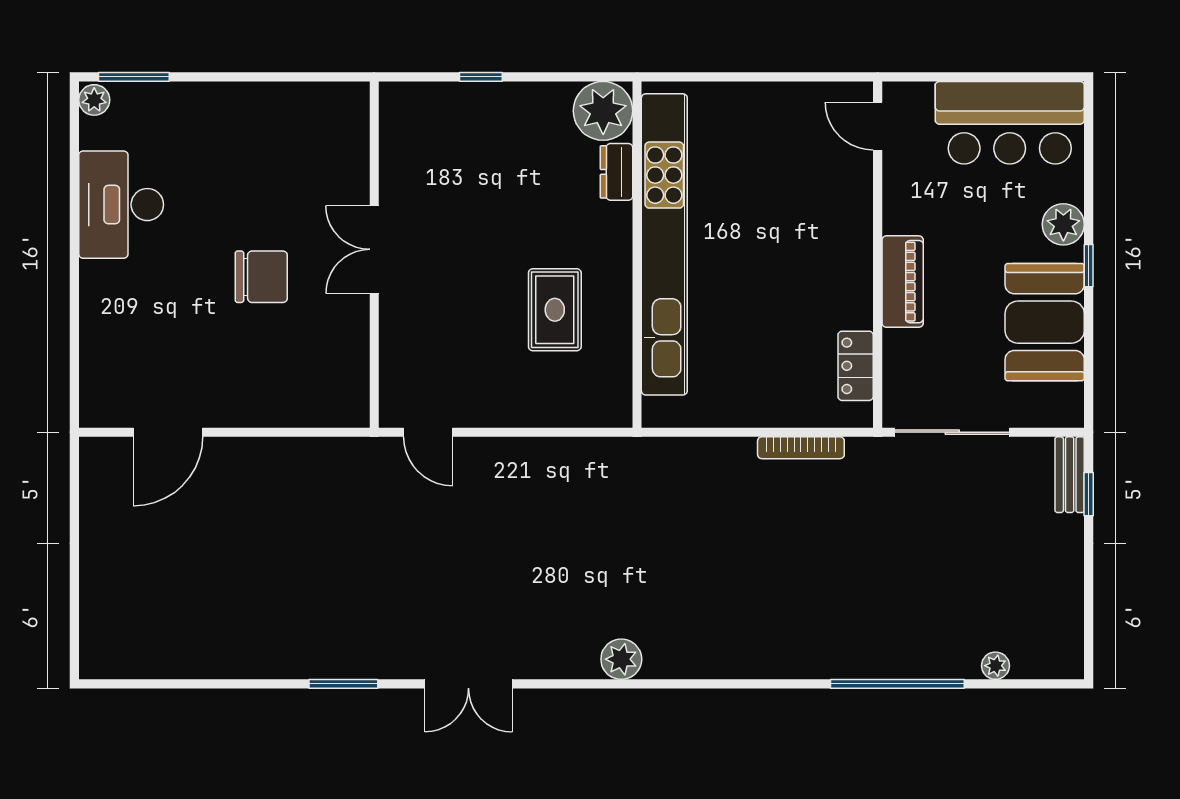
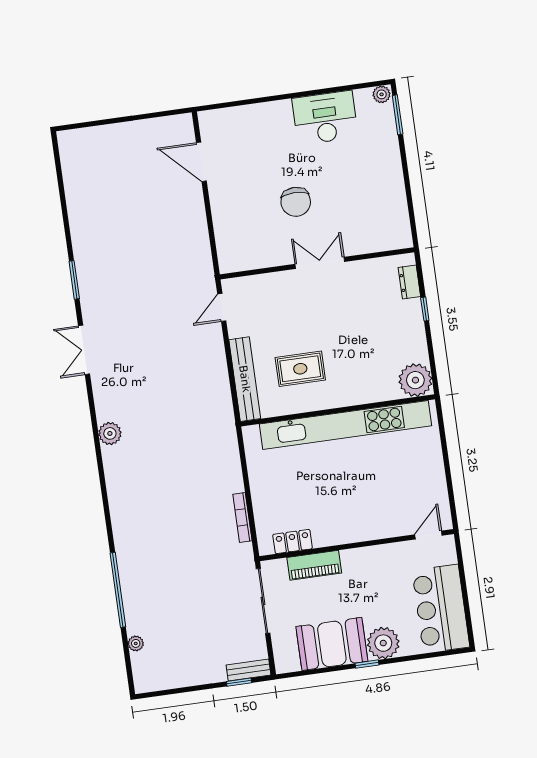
dresser: (617, 172) -> (409, 282), moved, turned -90
plant: (1063, 224) -> (383, 643), width x1.36, depth x1.36
piano: (903, 282) -> (314, 565), moved
bench: (559, 410) -> (245, 379), added

